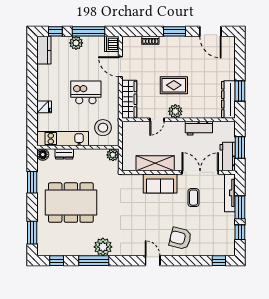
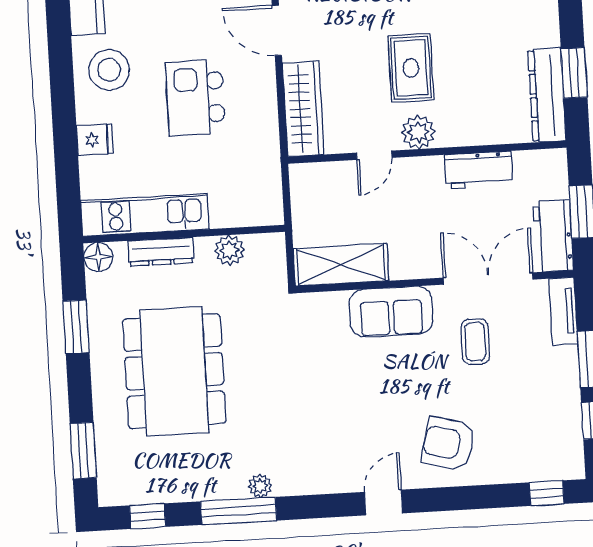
rug: (174, 85) -> (411, 68), turned 90
kitchen island: (86, 92) -> (196, 98), turned -90
stool: (103, 128) -> (109, 70), moved
dresser: (64, 154) -> (161, 252), width x1.44
plant: (113, 155) -> (229, 250), moved
shelving: (155, 163) -> (341, 265), moved
tv unit: (230, 193) -> (563, 311), width x0.71
dining table: (71, 203) -> (174, 371), turned 90
plant: (103, 247) -> (260, 486), width x0.53, depth x0.53
door: (153, 261) -> (383, 503), hinge flipped

